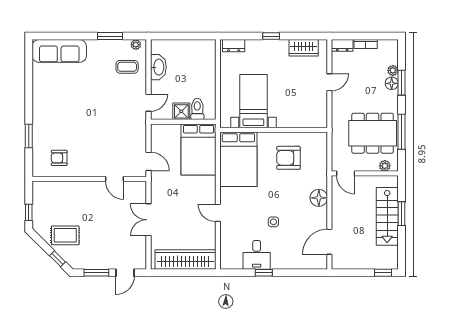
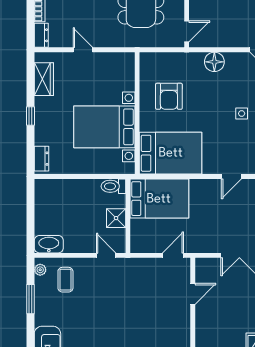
washbasin: (158, 67) -> (49, 244), moved
bed with nightstands: (253, 101) -> (104, 127), width x1.36
toilet: (197, 109) -> (113, 186), moved

